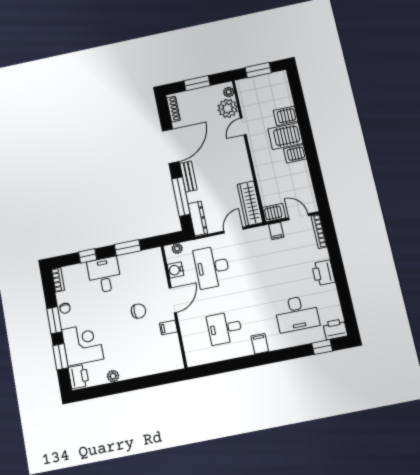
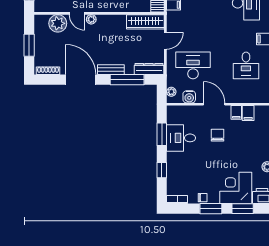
plant: (229, 92) -> (91, 19), moved
door: (233, 230) -> (165, 41), swing flipped
desk: (212, 267) -> (193, 65), turned 180
desk: (104, 275) -> (181, 138), moved
filing cabinet: (170, 341) -> (248, 113), added

